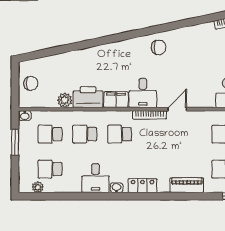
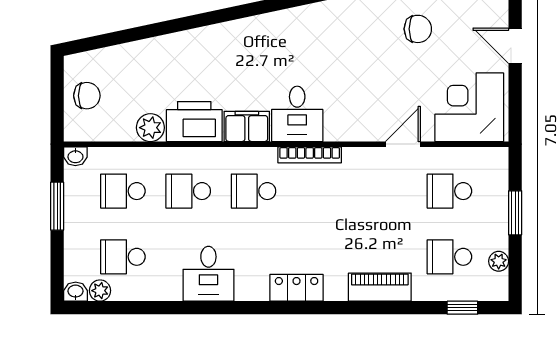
chair: (159, 47) -> (418, 29), moved
door: (177, 109) -> (403, 144), moved
washbasin: (117, 188) -> (76, 292), moved

